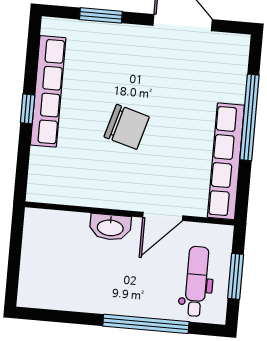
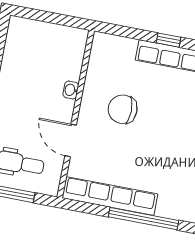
chair: (127, 127) -> (123, 109), moved, turned 74
washbasin: (110, 227) -> (71, 90), width x0.52, depth x0.69

